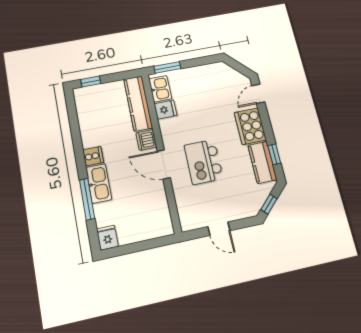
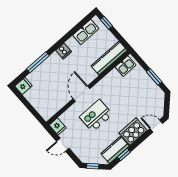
window: (167, 67) -> (154, 77), moved
fridge: (166, 110) -> (58, 126), moved
dishwasher: (146, 140) -> (90, 76), removed
kitchen sink: (99, 183) -> (86, 32), moved
door: (219, 229) -> (63, 145), hinge flipped

